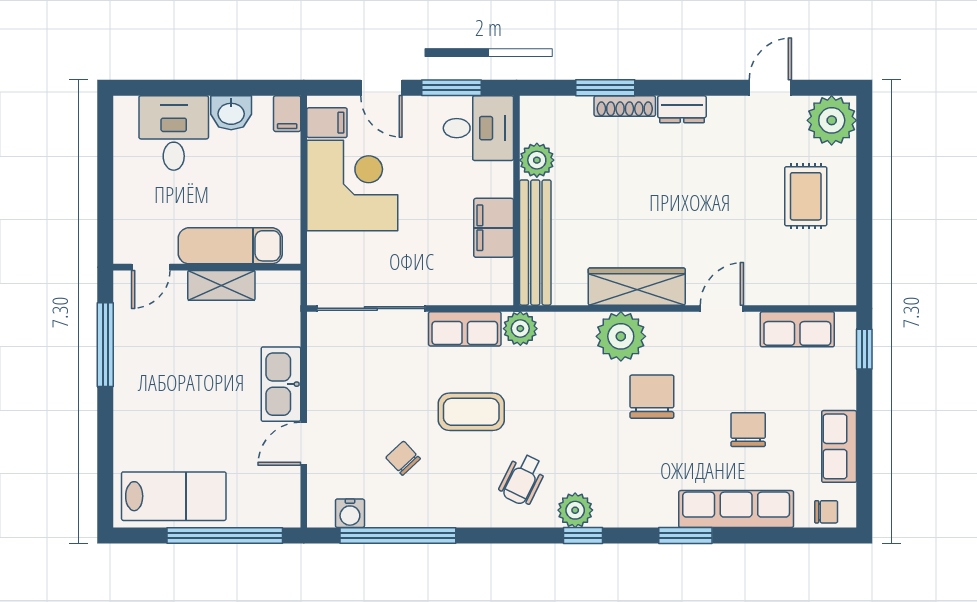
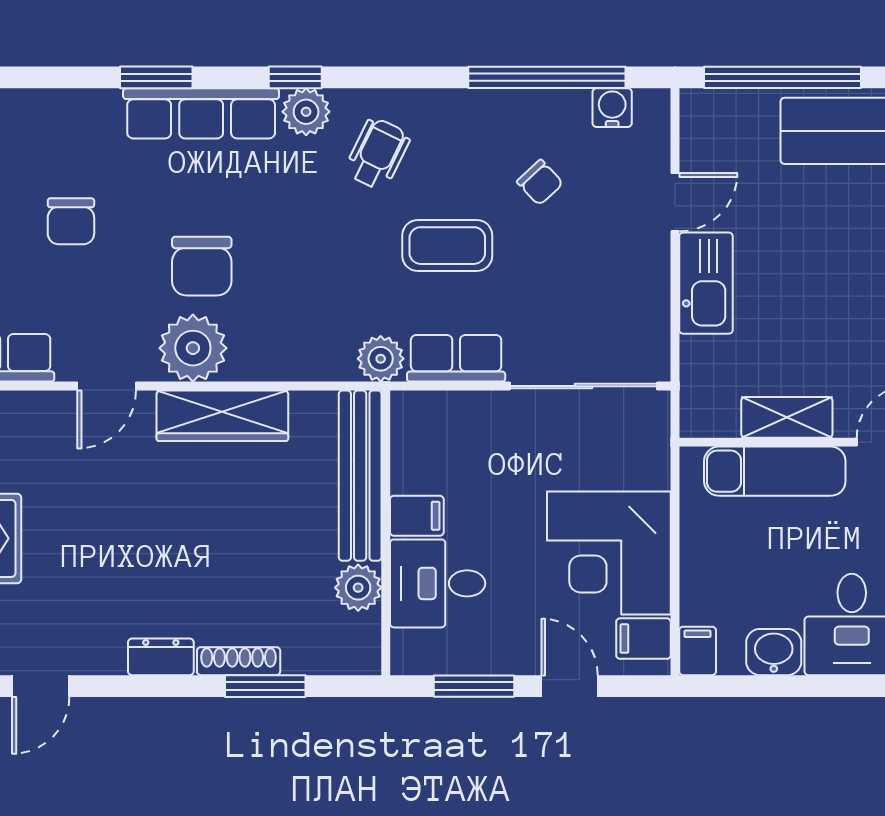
desk: (478, 128) -> (438, 583), moved
filing cabinet: (494, 228) -> (417, 516), width x0.50
plant: (621, 336) -> (193, 348), moved
row of seats: (736, 509) -> (201, 113), moved

